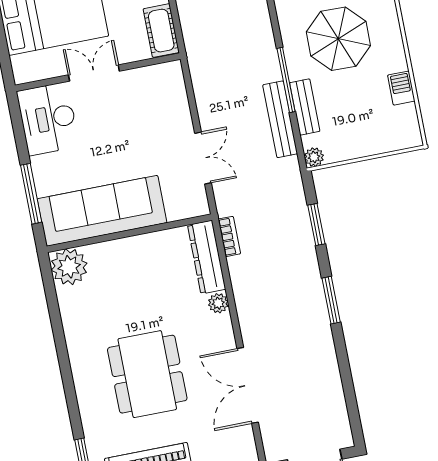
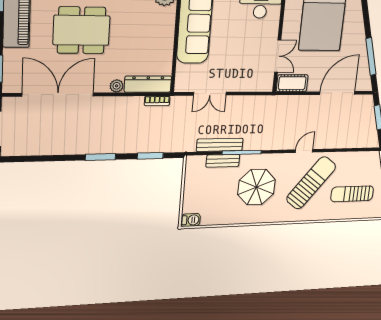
double door: (94, 73) -> (278, 56), moved
barbecue: (401, 88) -> (190, 220), moved
plant: (314, 157) -> (192, 161), removed
double door: (248, 385) -> (58, 95), width x1.36

